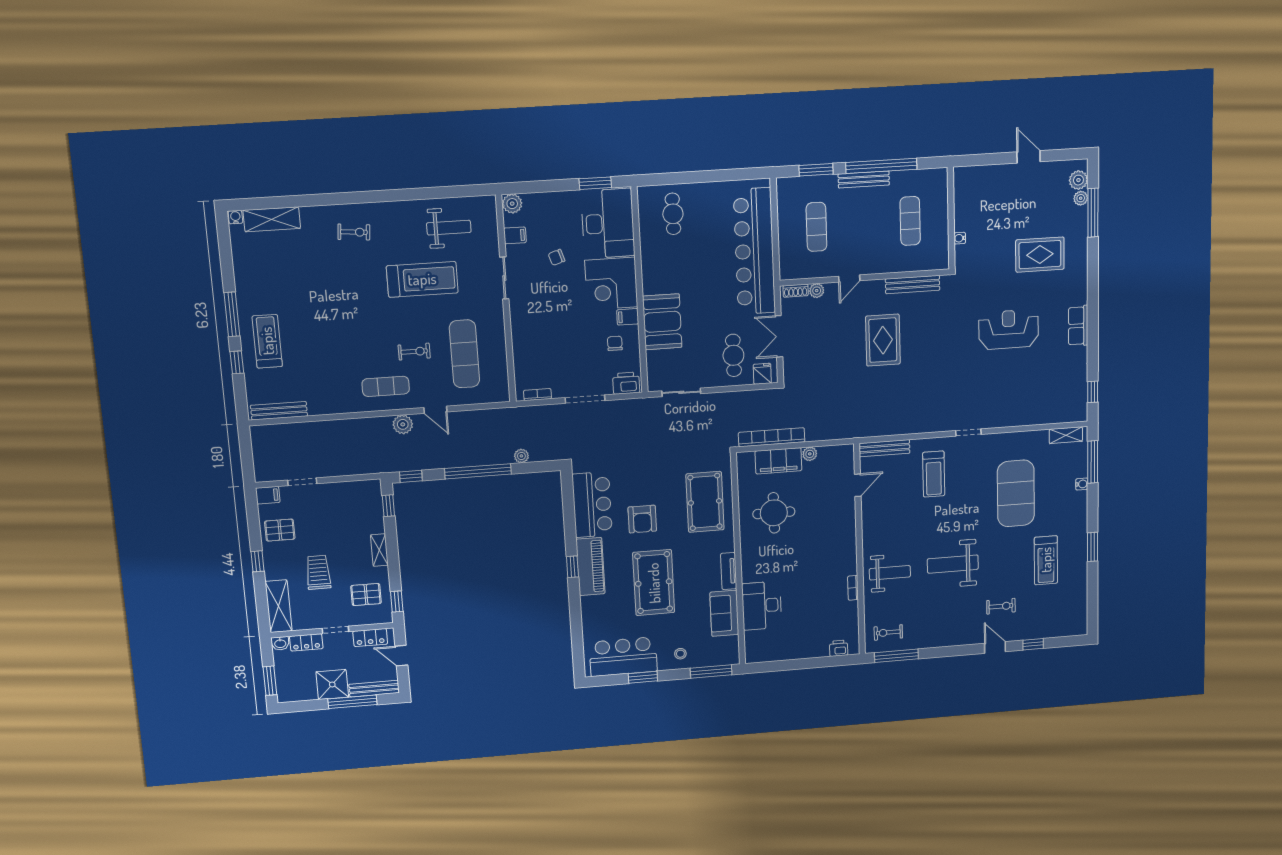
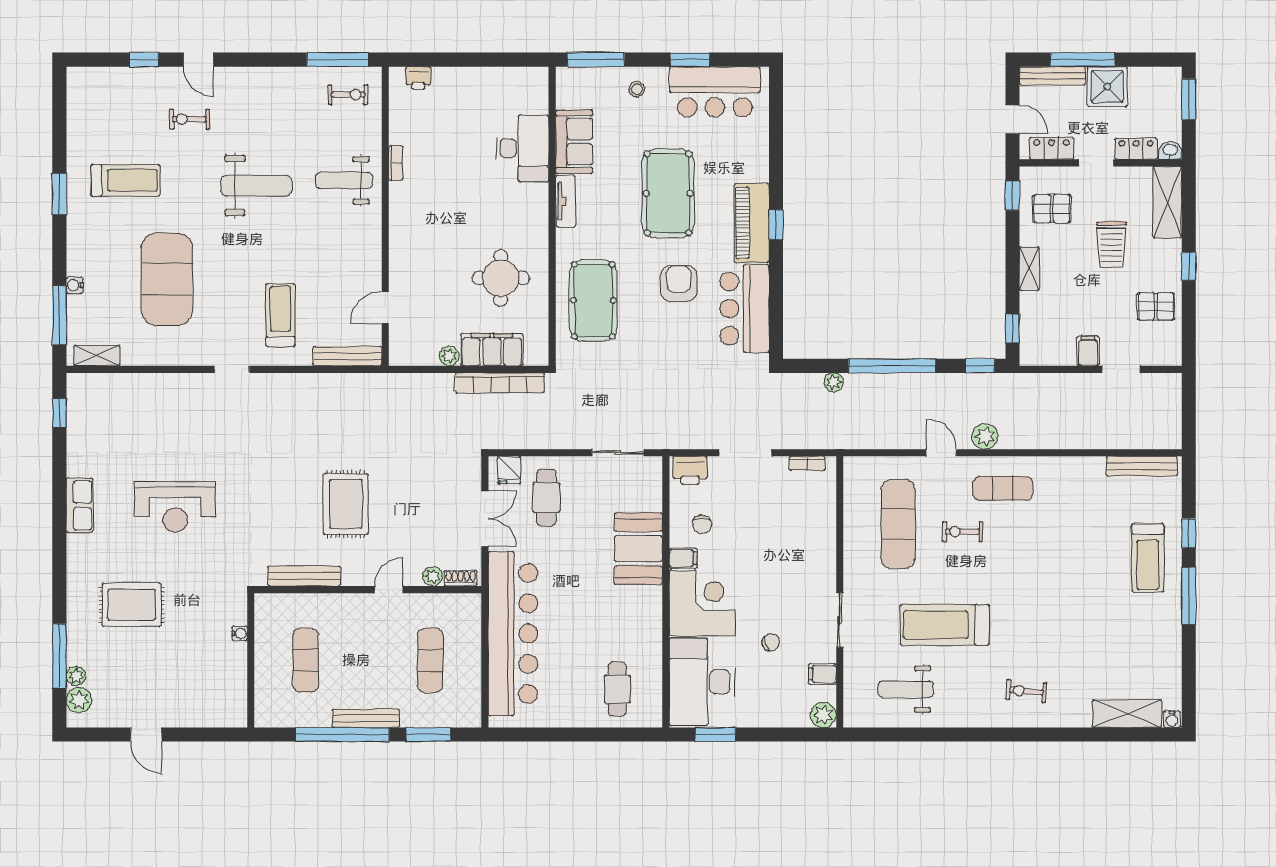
filing cabinet: (268, 495) -> (1088, 351), moved, turned 90
treadmill: (1046, 560) -> (125, 180), turned 90

